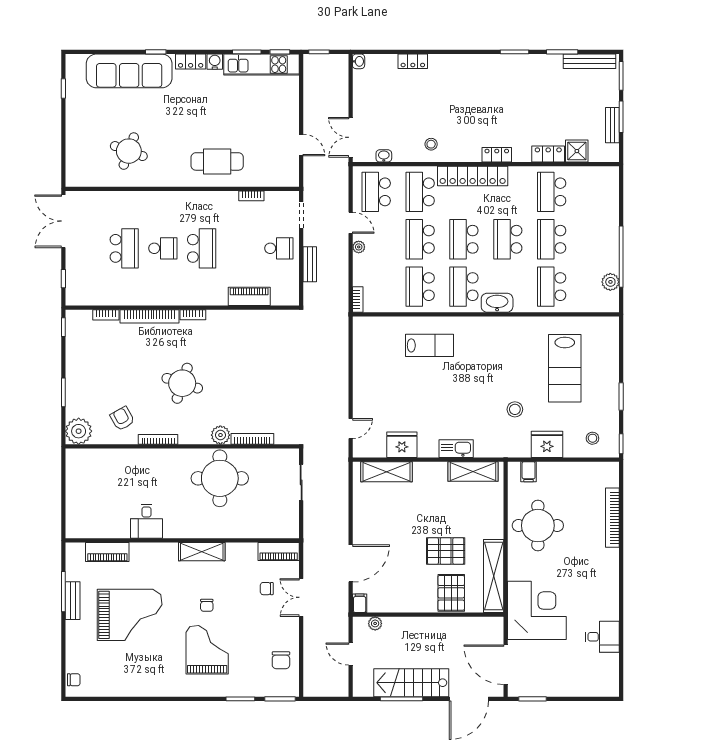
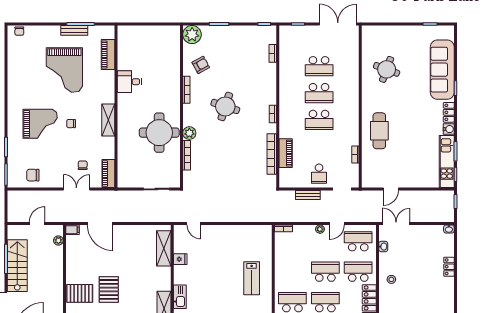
school desk: (163, 248) -> (319, 93), width x1.85
school desk: (420, 287) -> (292, 272), removed
bookcase: (150, 316) -> (272, 154), moved
fridge: (402, 445) -> (180, 259), width x0.53, depth x0.75

